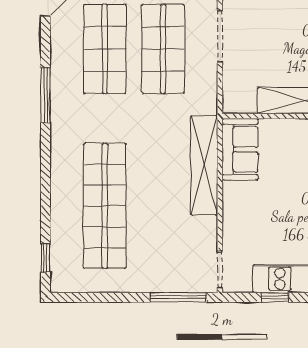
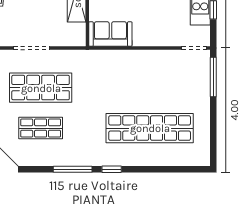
shop shelf: (105, 49) -> (41, 128), width x0.70, depth x0.74
shelving: (204, 165) -> (121, 59), removed
window: (46, 258) -> (112, 169), moved

